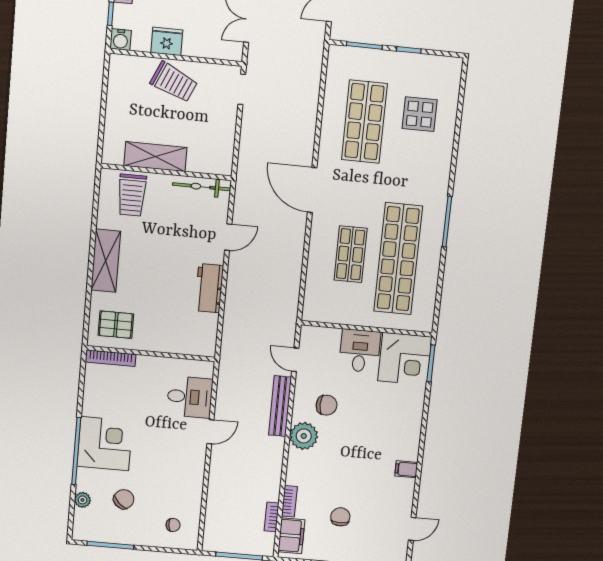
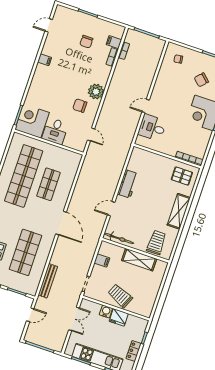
water cooler: (121, 40) -> (106, 311), moved
filing cabinet: (223, 139) -> (102, 260), added
bench: (280, 406) -> (48, 281), moved
filing cabinet: (291, 536) -> (114, 42), width x0.50

